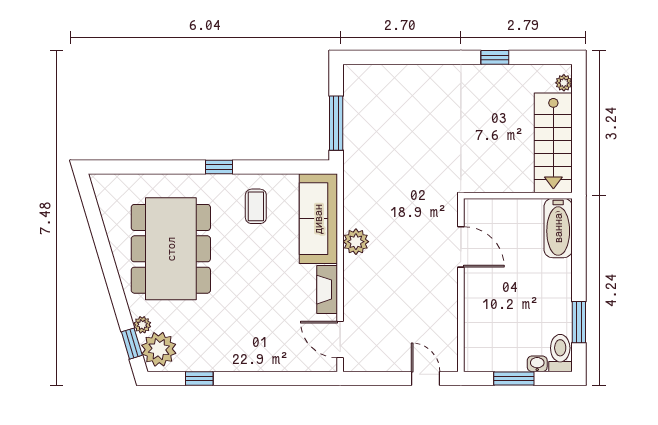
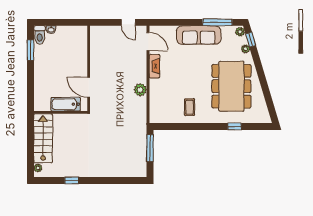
window: (219, 167) -> (235, 127), moved
sofa: (318, 219) -> (199, 35), moved, turned 90
bathtub: (558, 228) -> (66, 104), moved, turned -90
plant: (159, 349) -> (240, 32), width x0.53, depth x0.53
window: (199, 378) -> (217, 22), width x2.17
door: (426, 378) -> (128, 22), moved
window: (514, 378) -> (63, 22), removed

